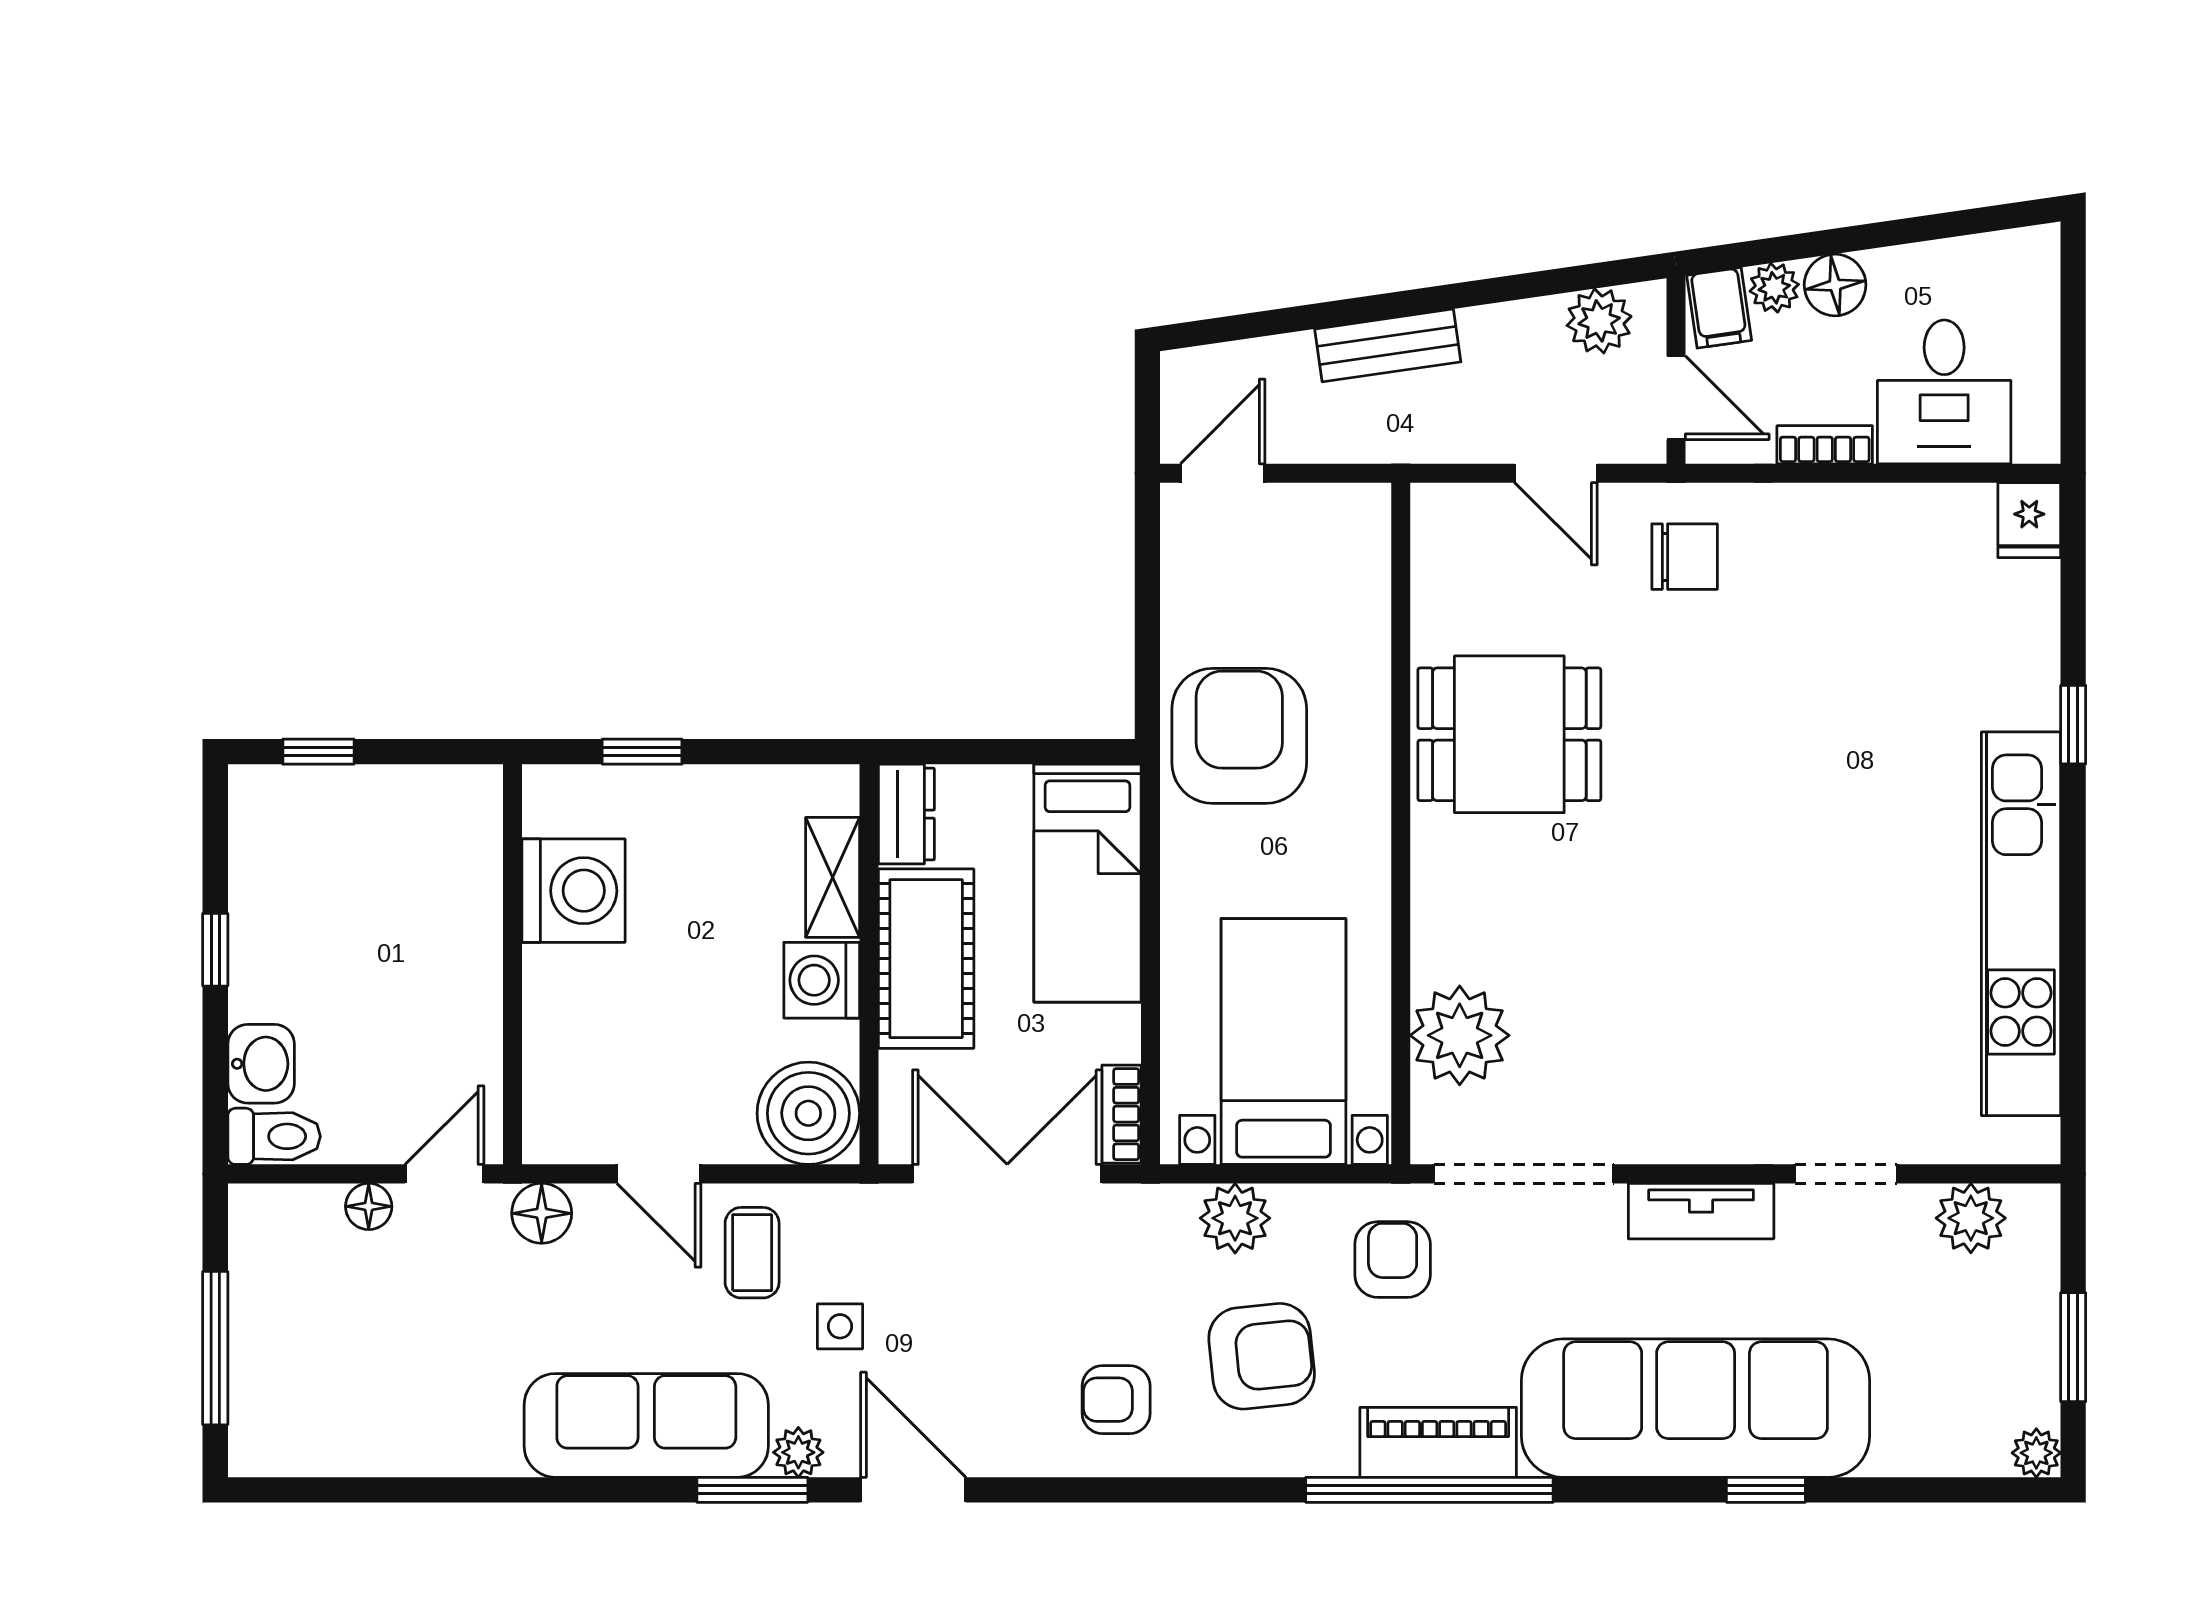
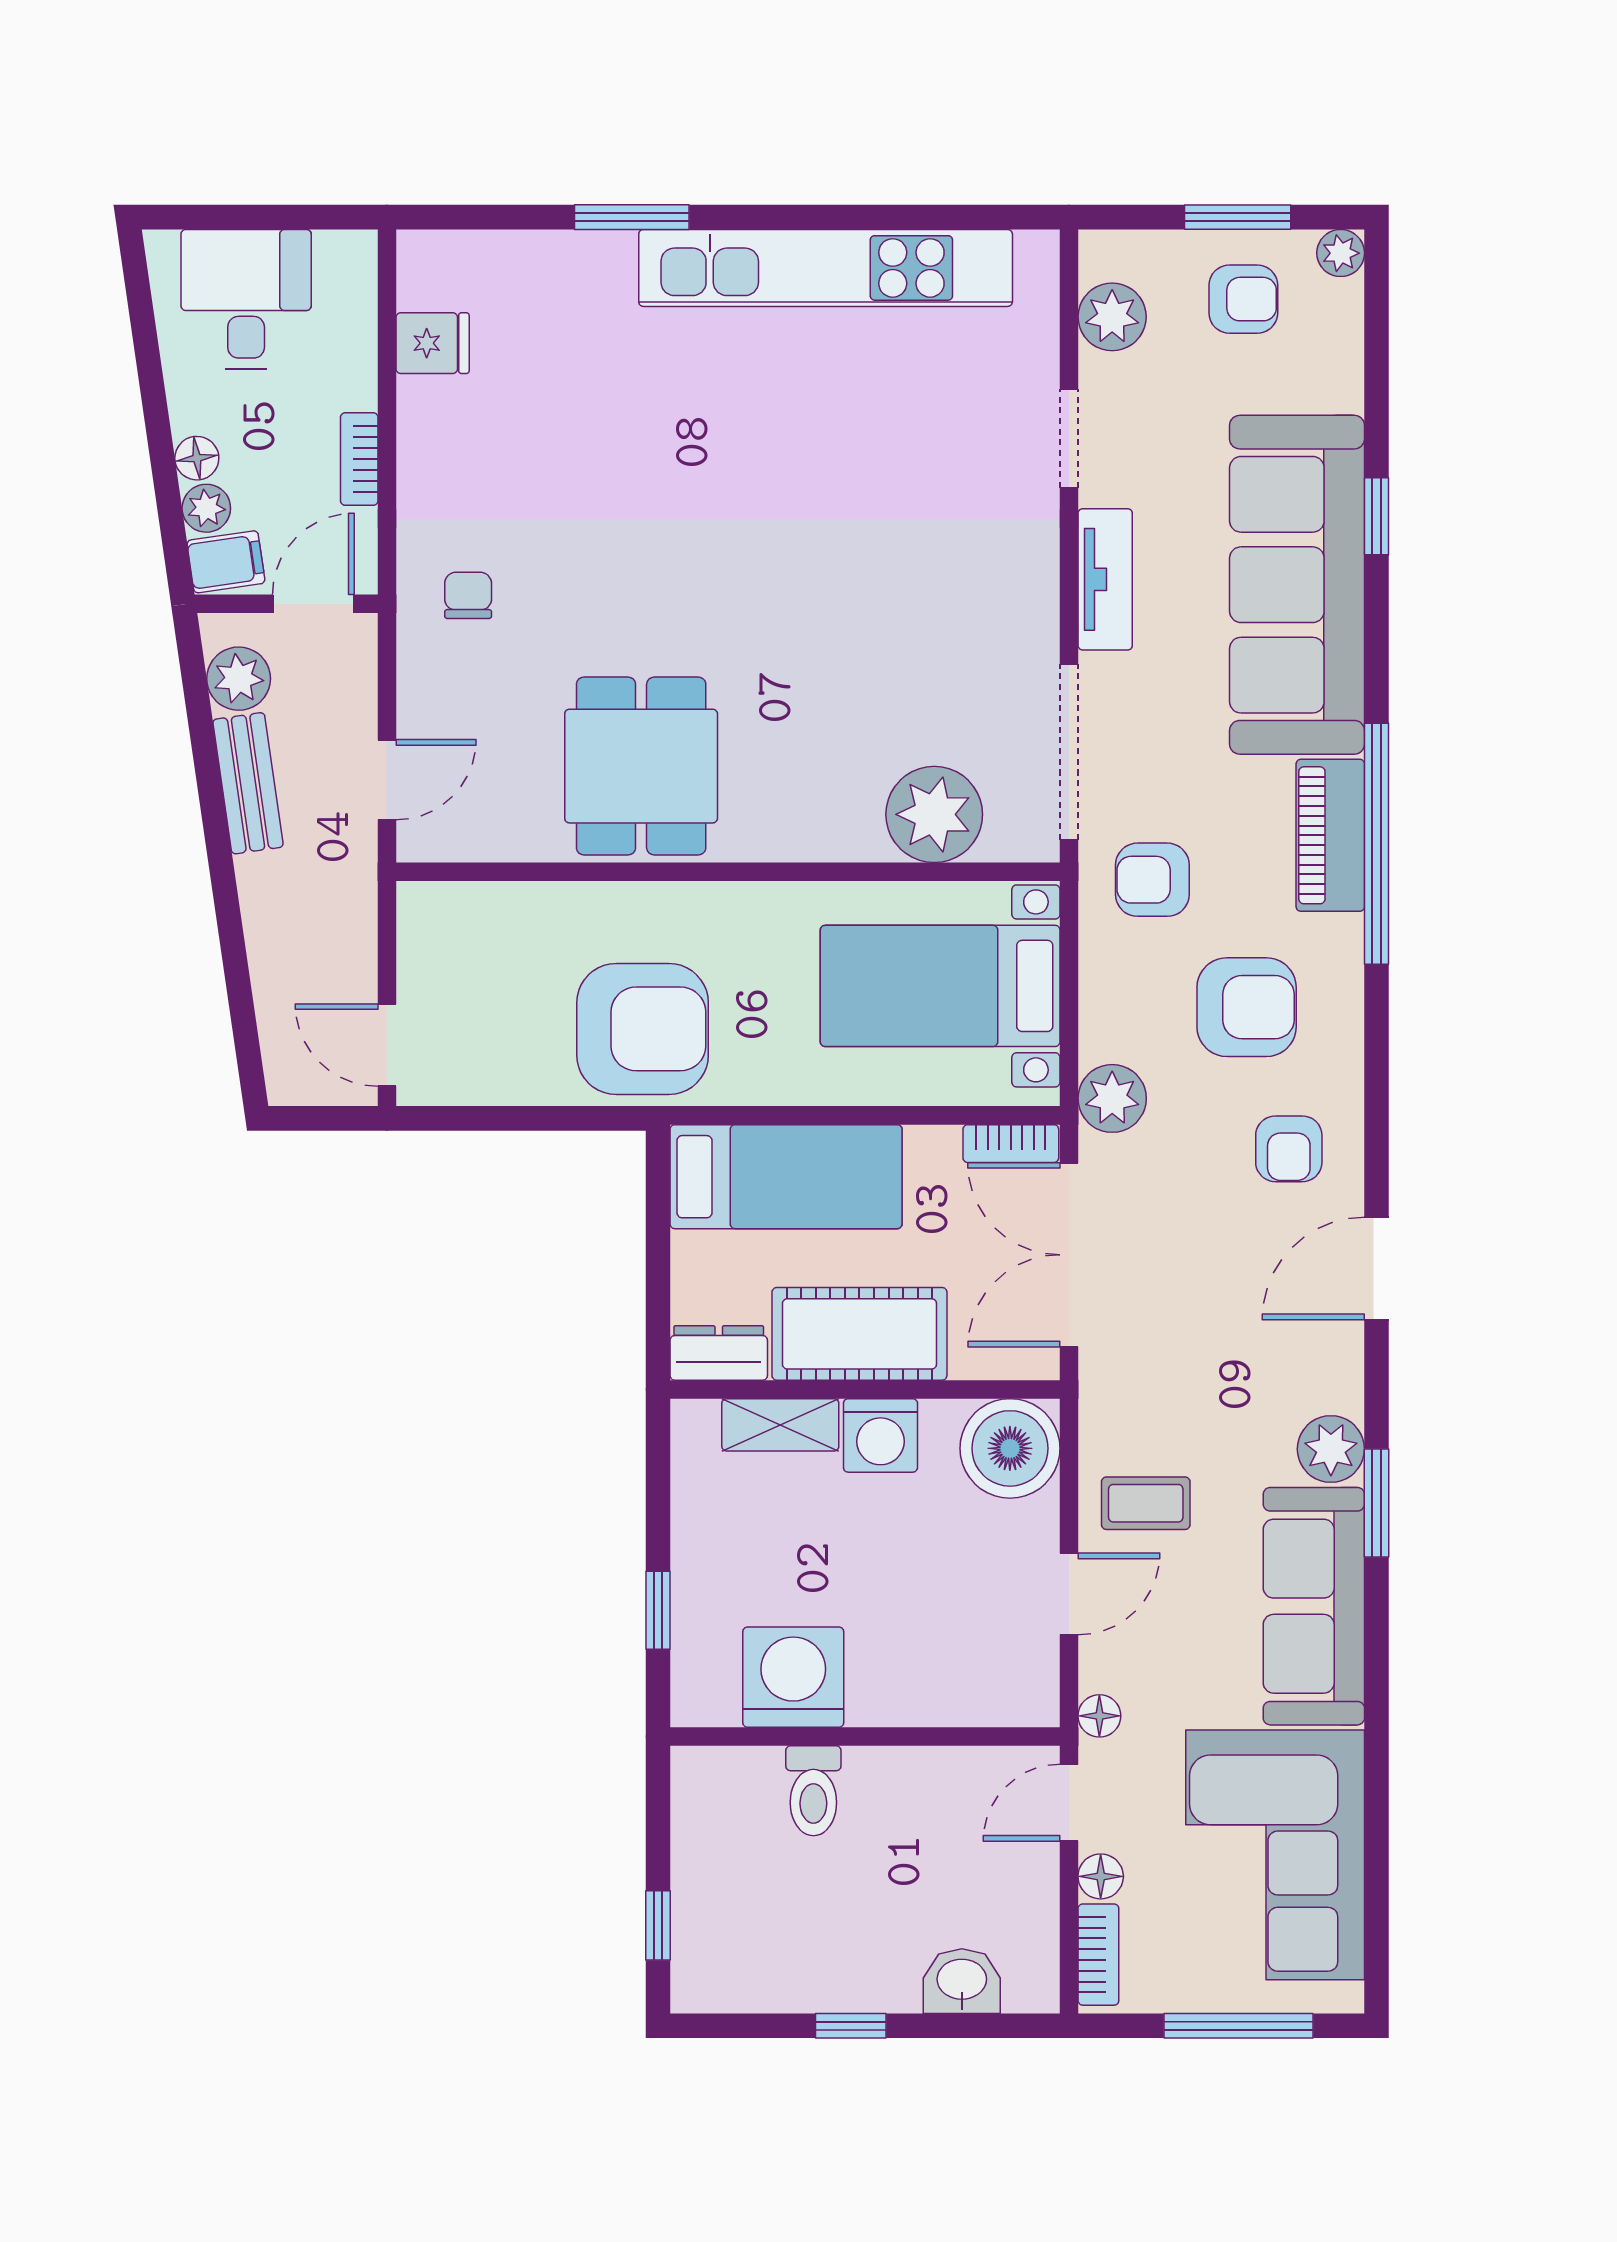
floor lamp: (1835, 285) -> (197, 458), width x0.73, depth x0.73
bench: (1388, 345) -> (248, 783), moved
desk: (1944, 392) -> (246, 299), moved, turned -90
door: (1556, 473) -> (387, 780), moved
fridge: (2029, 520) -> (433, 343), moved
chair: (1685, 557) -> (468, 595), width x0.73, depth x0.73
window: (2073, 725) -> (632, 217), width x1.50
armchair: (1239, 736) -> (643, 1029), turned 180
toilet: (274, 1136) -> (813, 1791), moved, turned 180
door: (444, 1174) -> (1069, 1803), hinge flipped
bookcase: (288, 1204) -> (1098, 1955), added
floor lamp: (542, 1213) -> (1099, 1716), width x0.73, depth x0.73
plant: (1235, 1218) -> (1112, 1098), moved
side table: (840, 1326) -> (1217, 1418), removed
armchair: (1989, 1353) -> (1243, 299), added
armchair: (1262, 1356) -> (1247, 1007), turned 96
corner sofa: (391, 1386) -> (1275, 1855), added
plant: (798, 1452) -> (1331, 1449), width x1.38, depth x1.38
door: (913, 1490) -> (1377, 1269), moved

